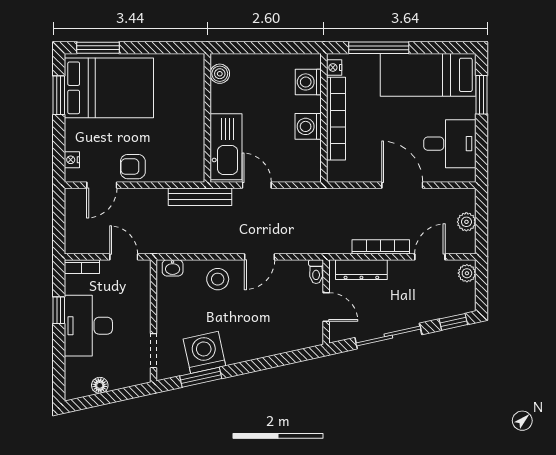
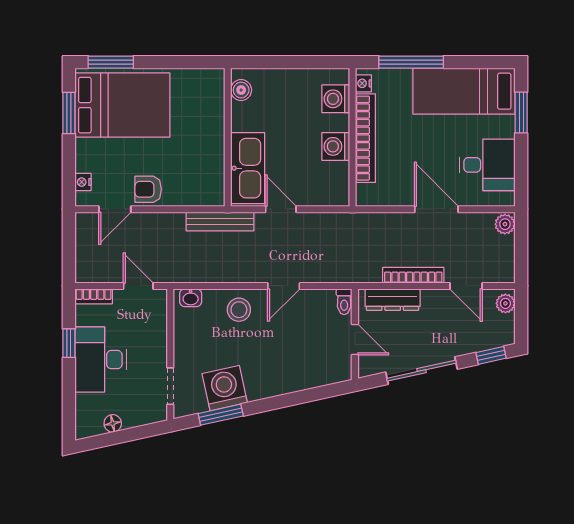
plant: (466, 222) -> (505, 224), moved
door: (430, 257) -> (466, 286), swing flipped

